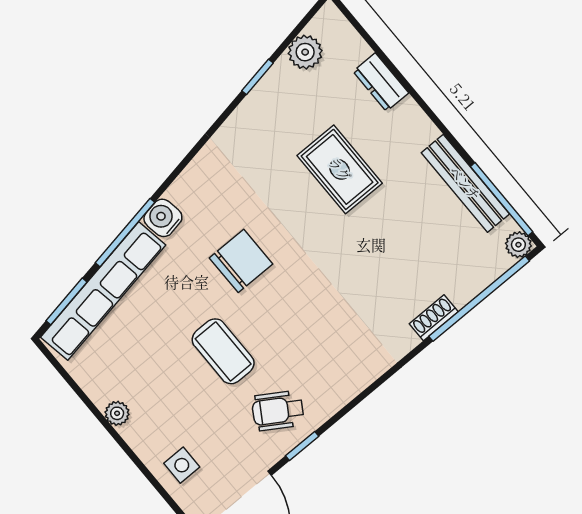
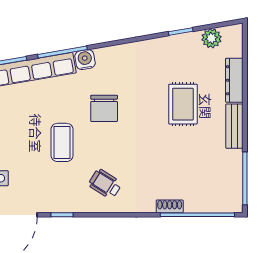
dresser: (381, 82) -> (234, 80), width x1.44
bench: (465, 183) -> (234, 126), moved, width x0.73
plant: (518, 245) -> (235, 205), removed
chair: (241, 261) -> (104, 108), turned 90
wheelchair: (278, 411) -> (105, 184), moved

